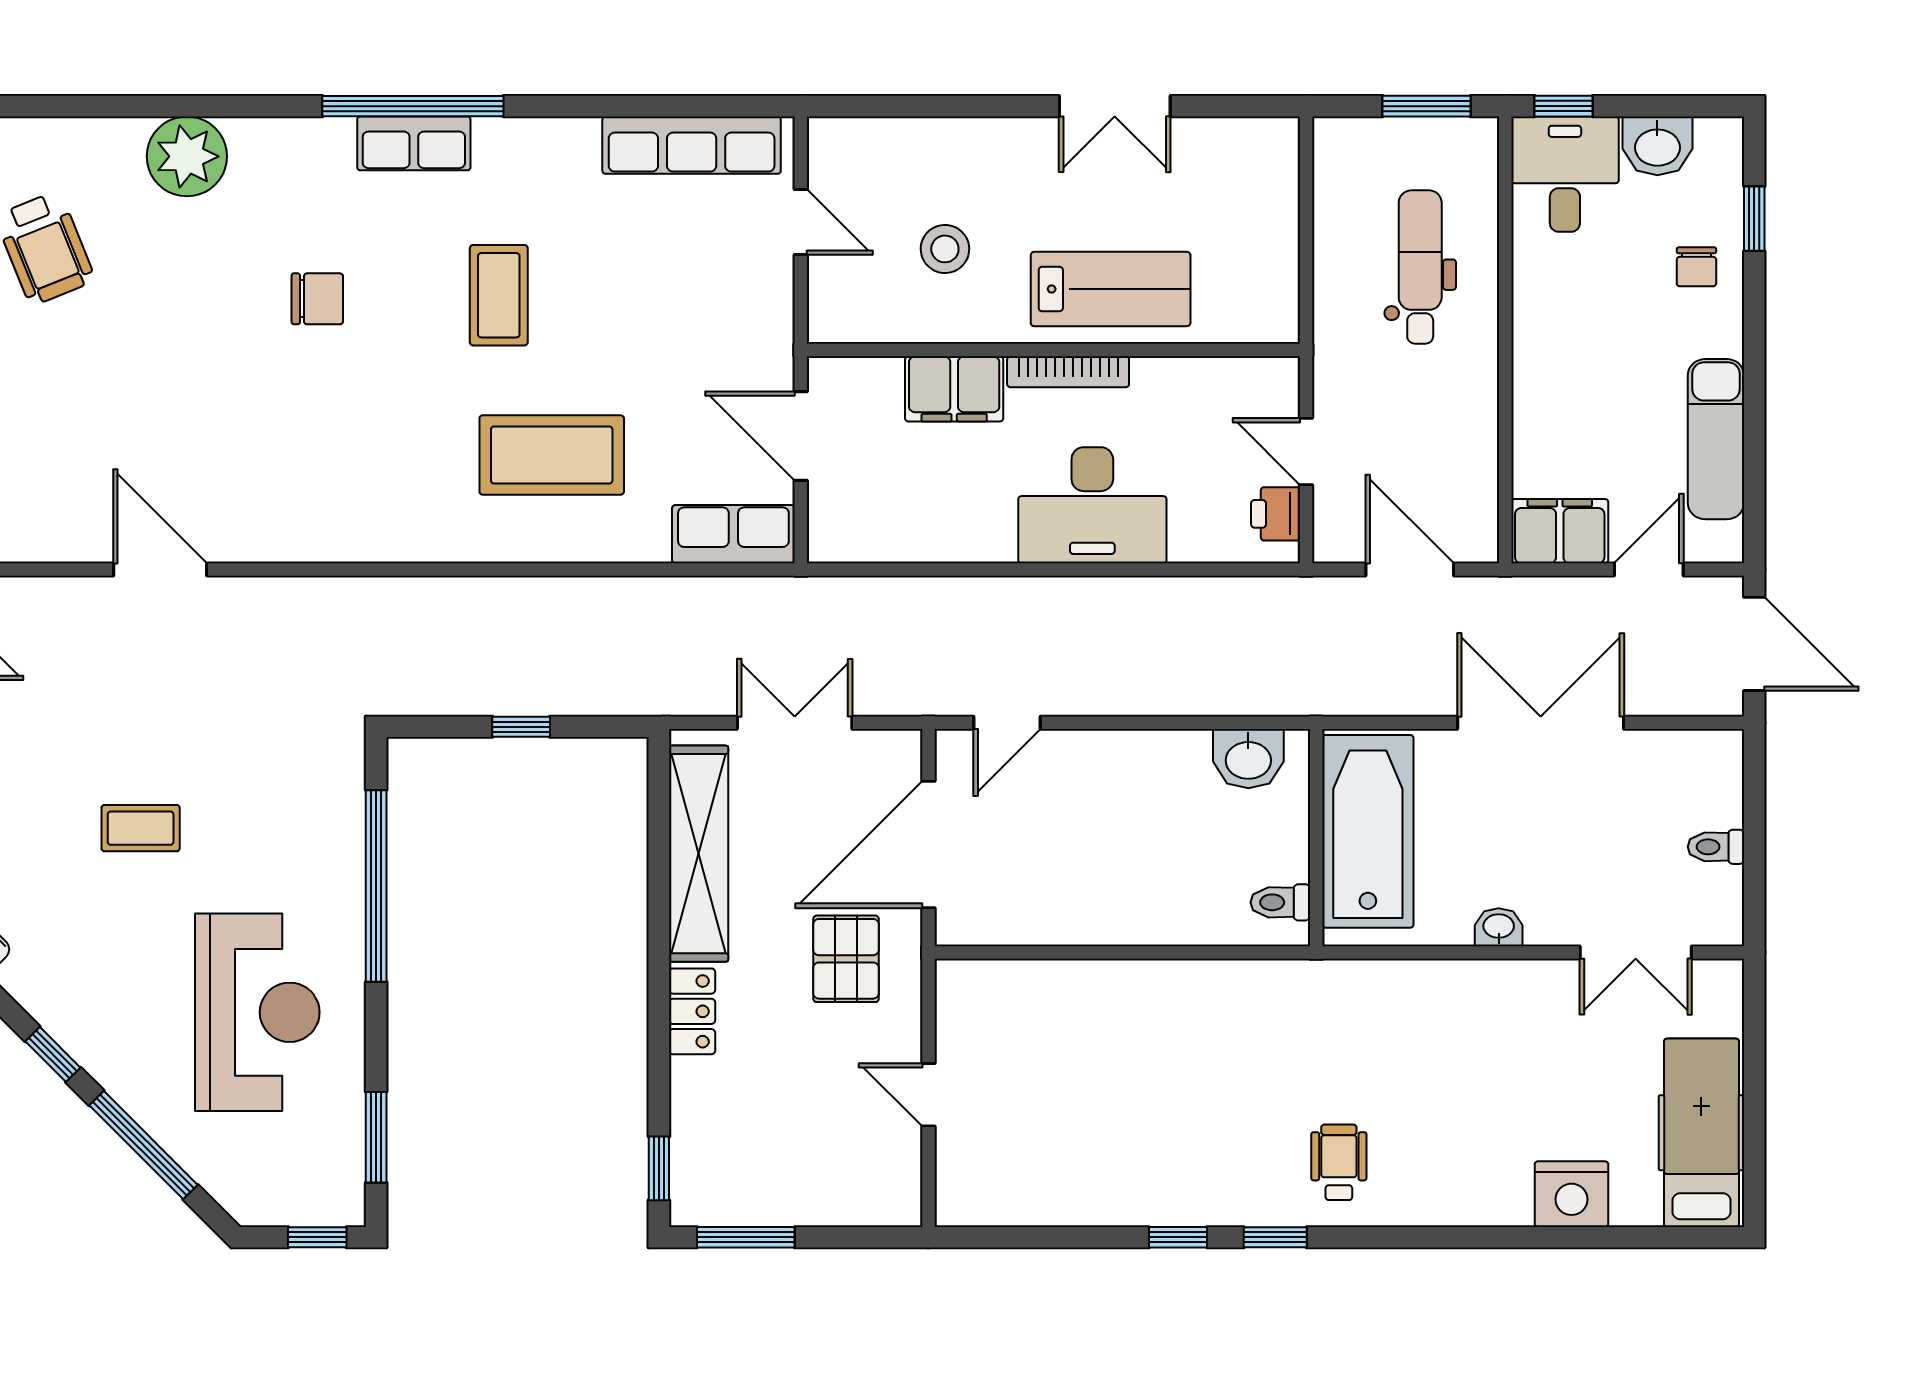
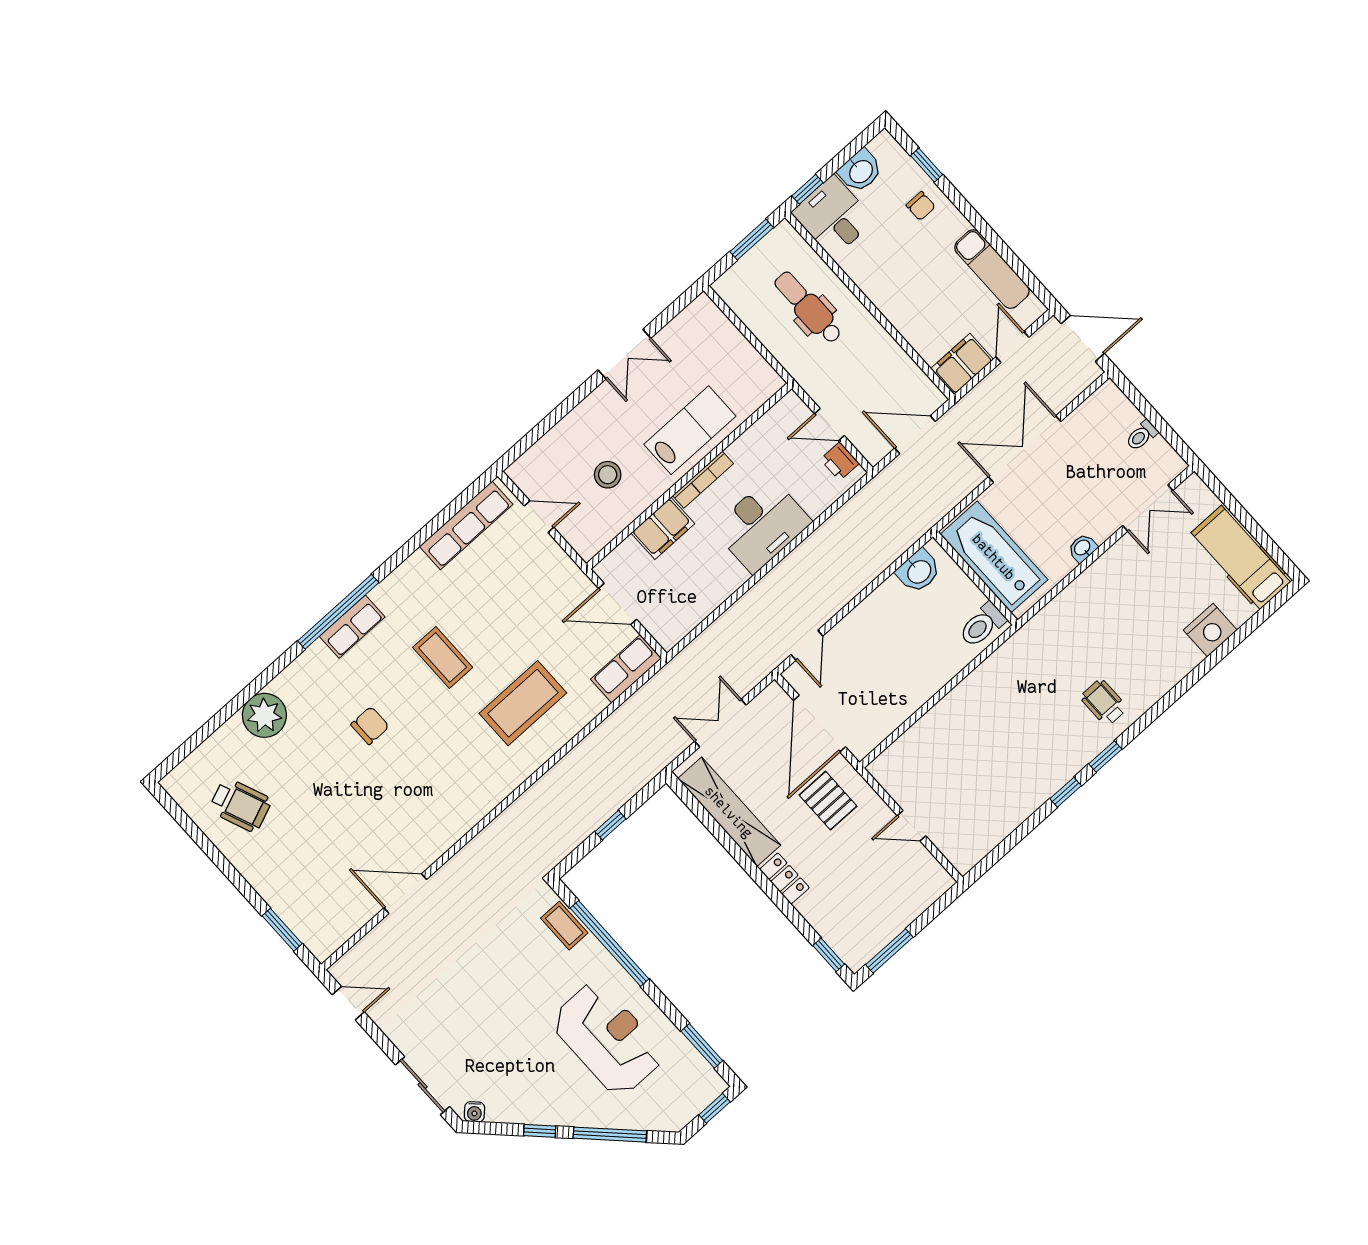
coffee table: (141, 828) -> (564, 926), moved, turned 90
toilet: (1280, 902) -> (982, 625), width x1.37, depth x1.39

